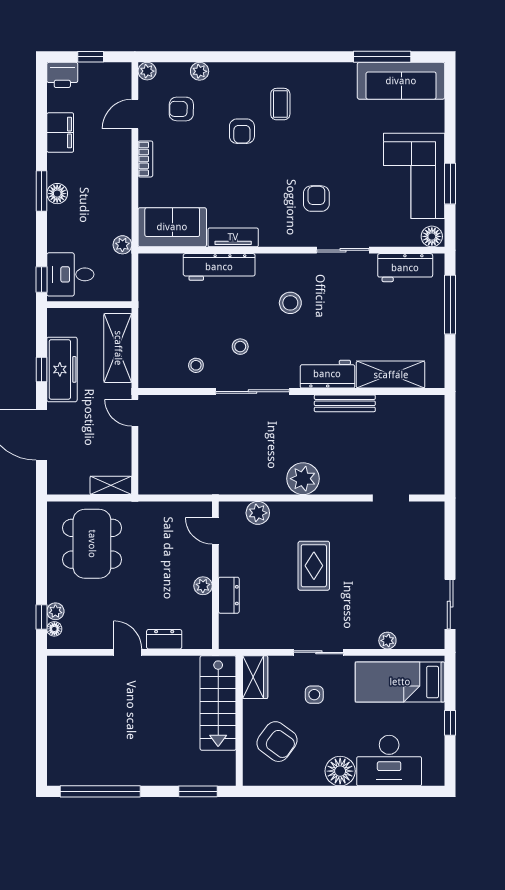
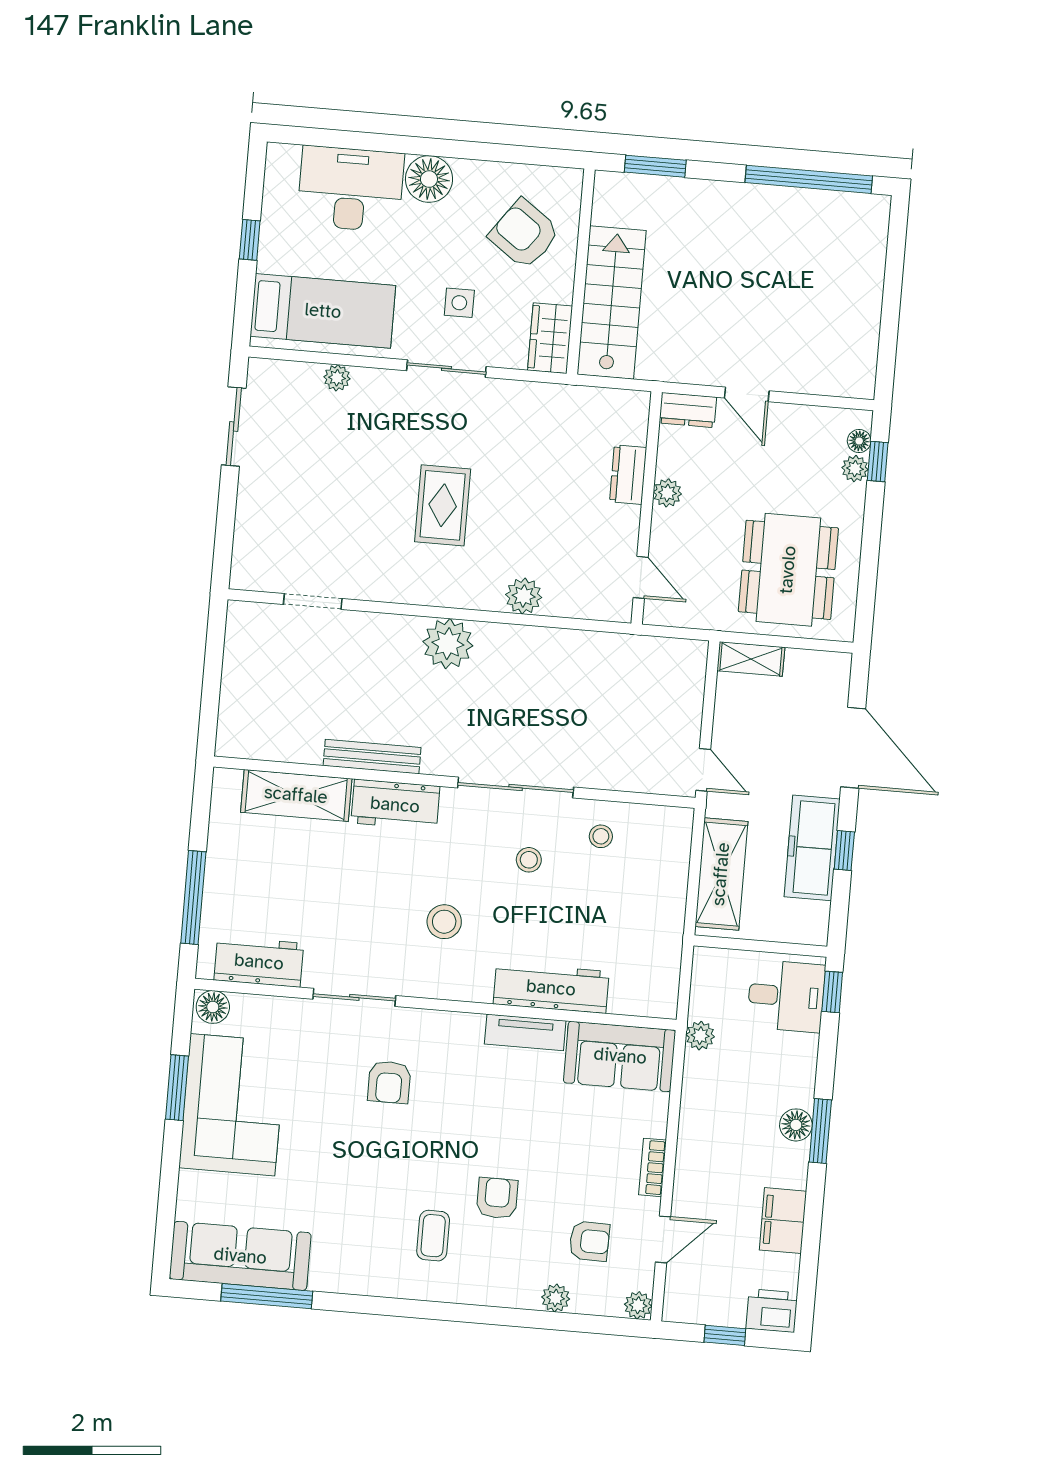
door: (215, 531) -> (641, 577), moved
wall: (215, 575) -> (647, 508), moved
plant: (203, 586) -> (667, 493), moved
dresser: (229, 595) -> (628, 475), moved

